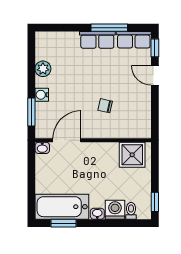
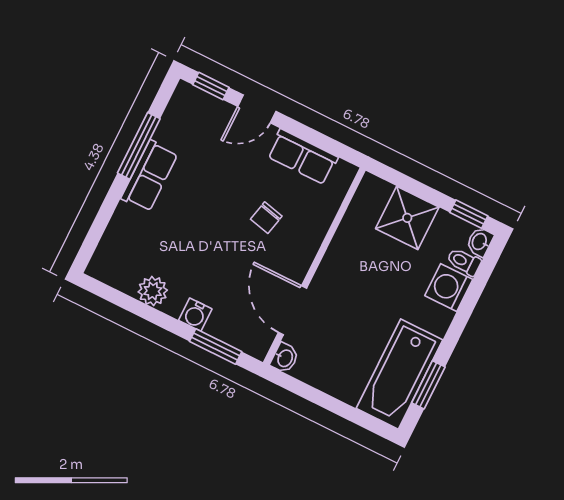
row of seats: (134, 40) -> (302, 157), moved, turned 90
shower: (132, 155) -> (407, 218), moved
washbasin: (97, 214) -> (480, 242), moved

